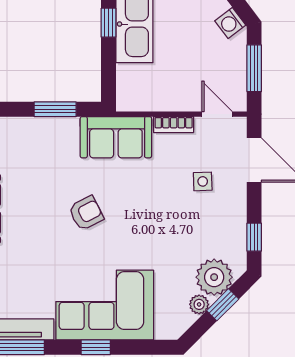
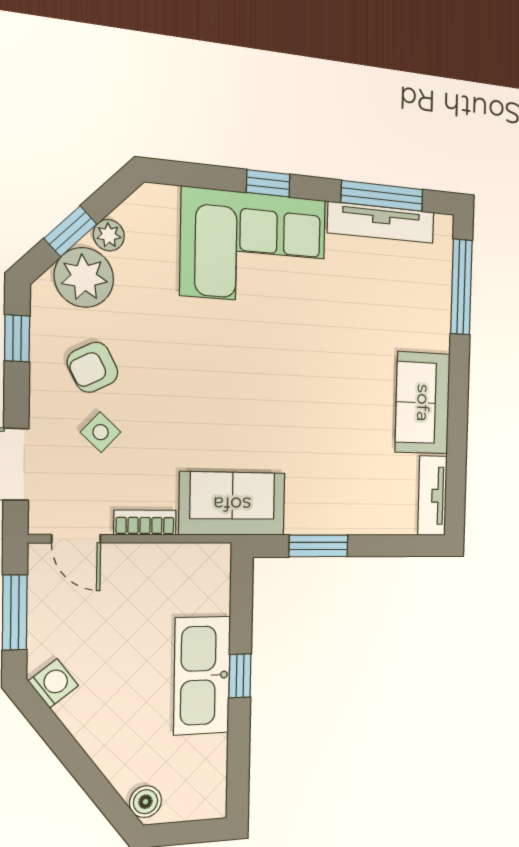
side table: (203, 181) -> (101, 432), turned 45
armchair: (86, 213) -> (93, 367), moved

